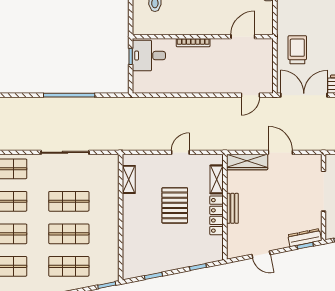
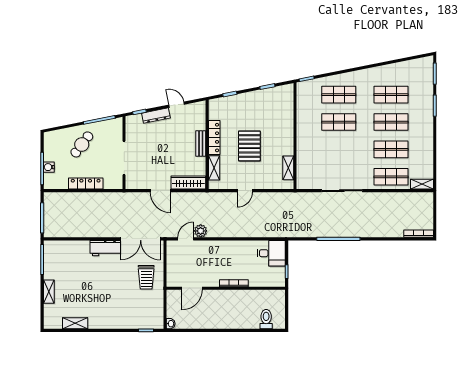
desk: (149, 56) -> (271, 253), moved
plant: (233, 105) -> (201, 231), added
shop shelf: (69, 201) -> (339, 149), removed
dresser: (305, 238) -> (156, 116), moved

